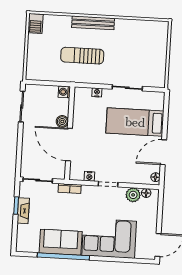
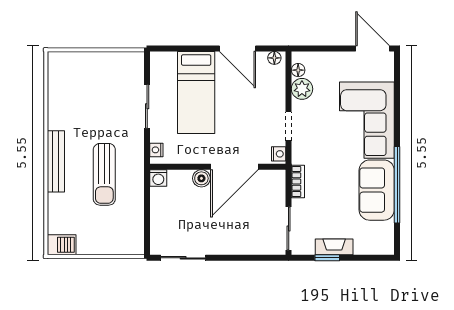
washing machine: (64, 92) -> (158, 178), moved
boiler: (62, 121) -> (201, 178), moved
wall: (70, 133) -> (218, 167), moved
door: (69, 145) -> (234, 167), moved

